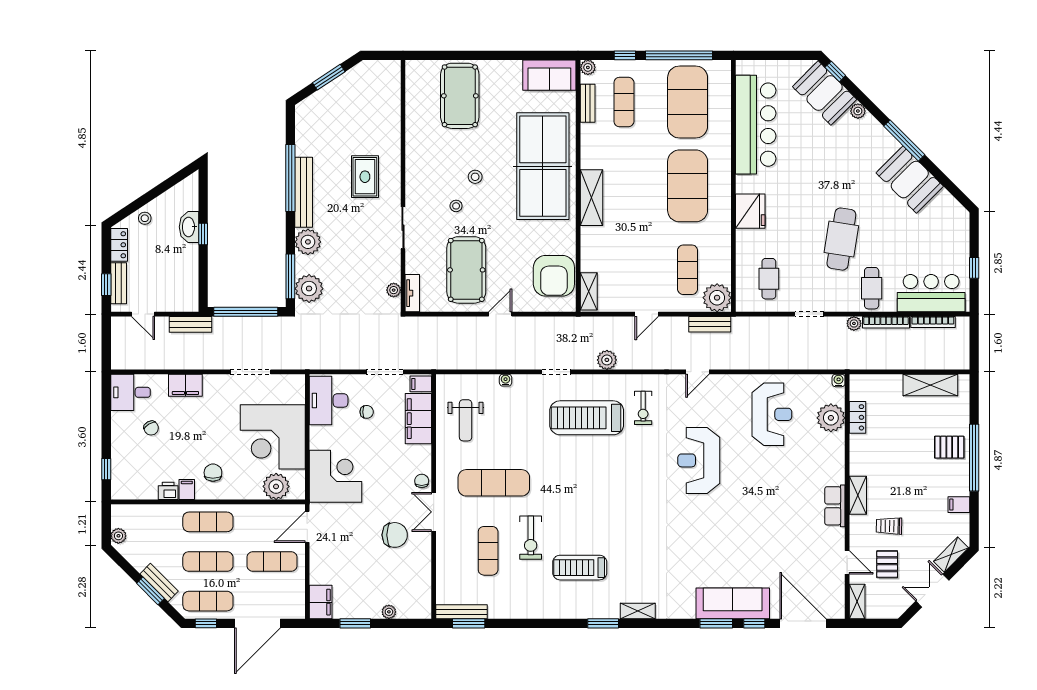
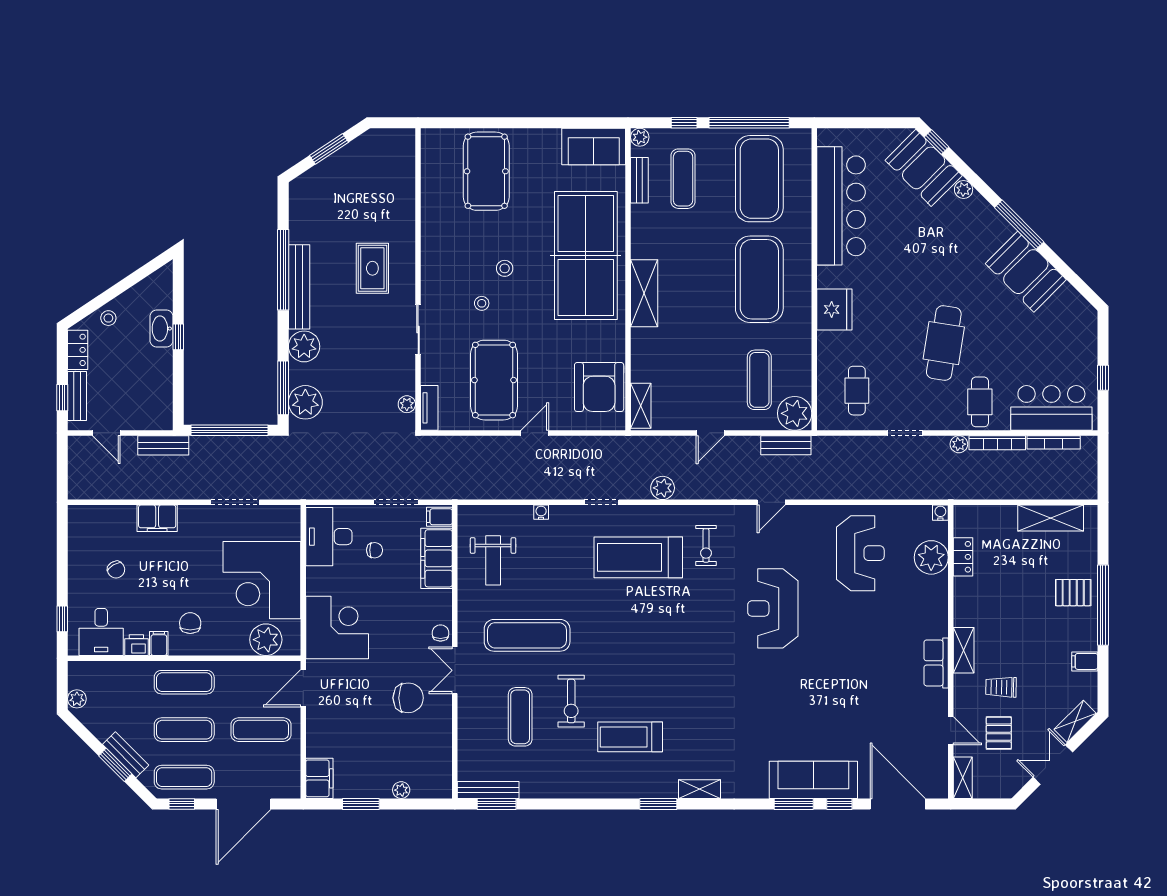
desk: (130, 392) -> (101, 632), moved, turned -90

